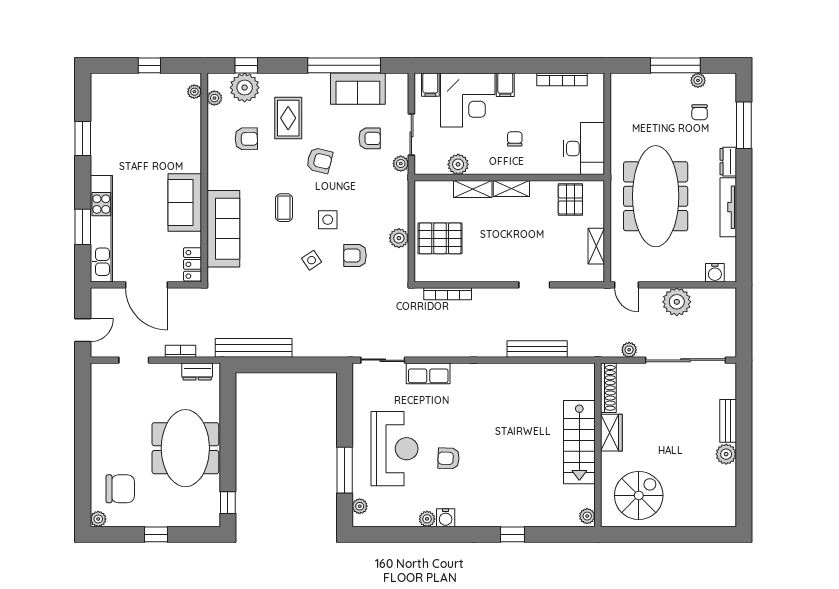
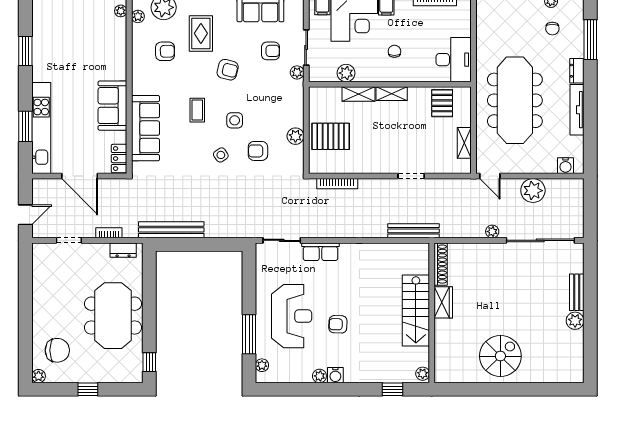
shoe rack: (608, 388) -> (441, 264), moved
wardrobe: (611, 433) -> (443, 302), moved
stairs: (579, 442) -> (416, 310), moved
wall: (598, 445) -> (432, 313), moved
plant: (587, 516) -> (423, 374), moved

